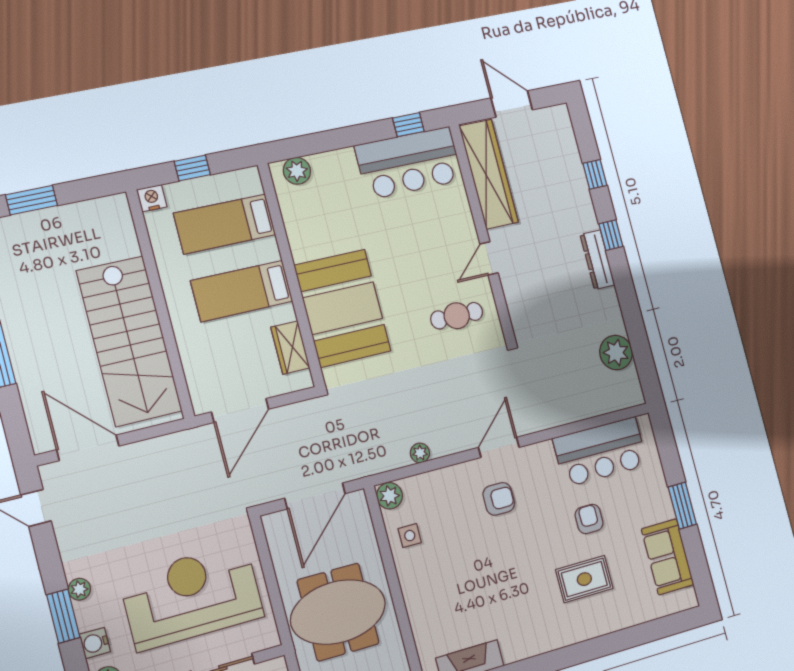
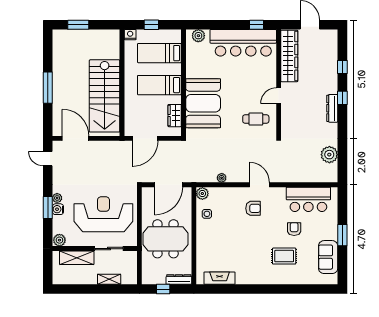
bar counter: (409, 163) -> (243, 43), width x1.36
door: (499, 447) -> (260, 185), hinge flipped
water cooler: (95, 643) -> (58, 209), moved

